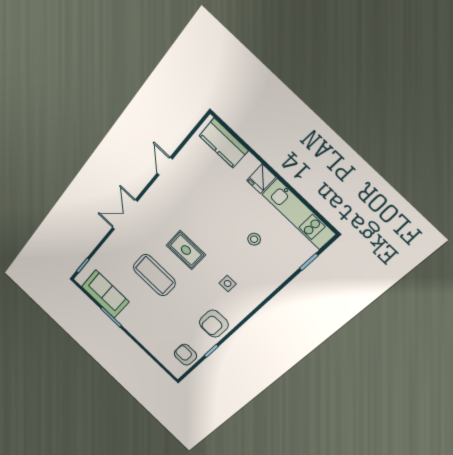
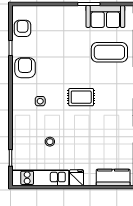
coffee table: (154, 275) -> (109, 52), moved
armchair: (185, 355) -> (23, 28), turned -90

